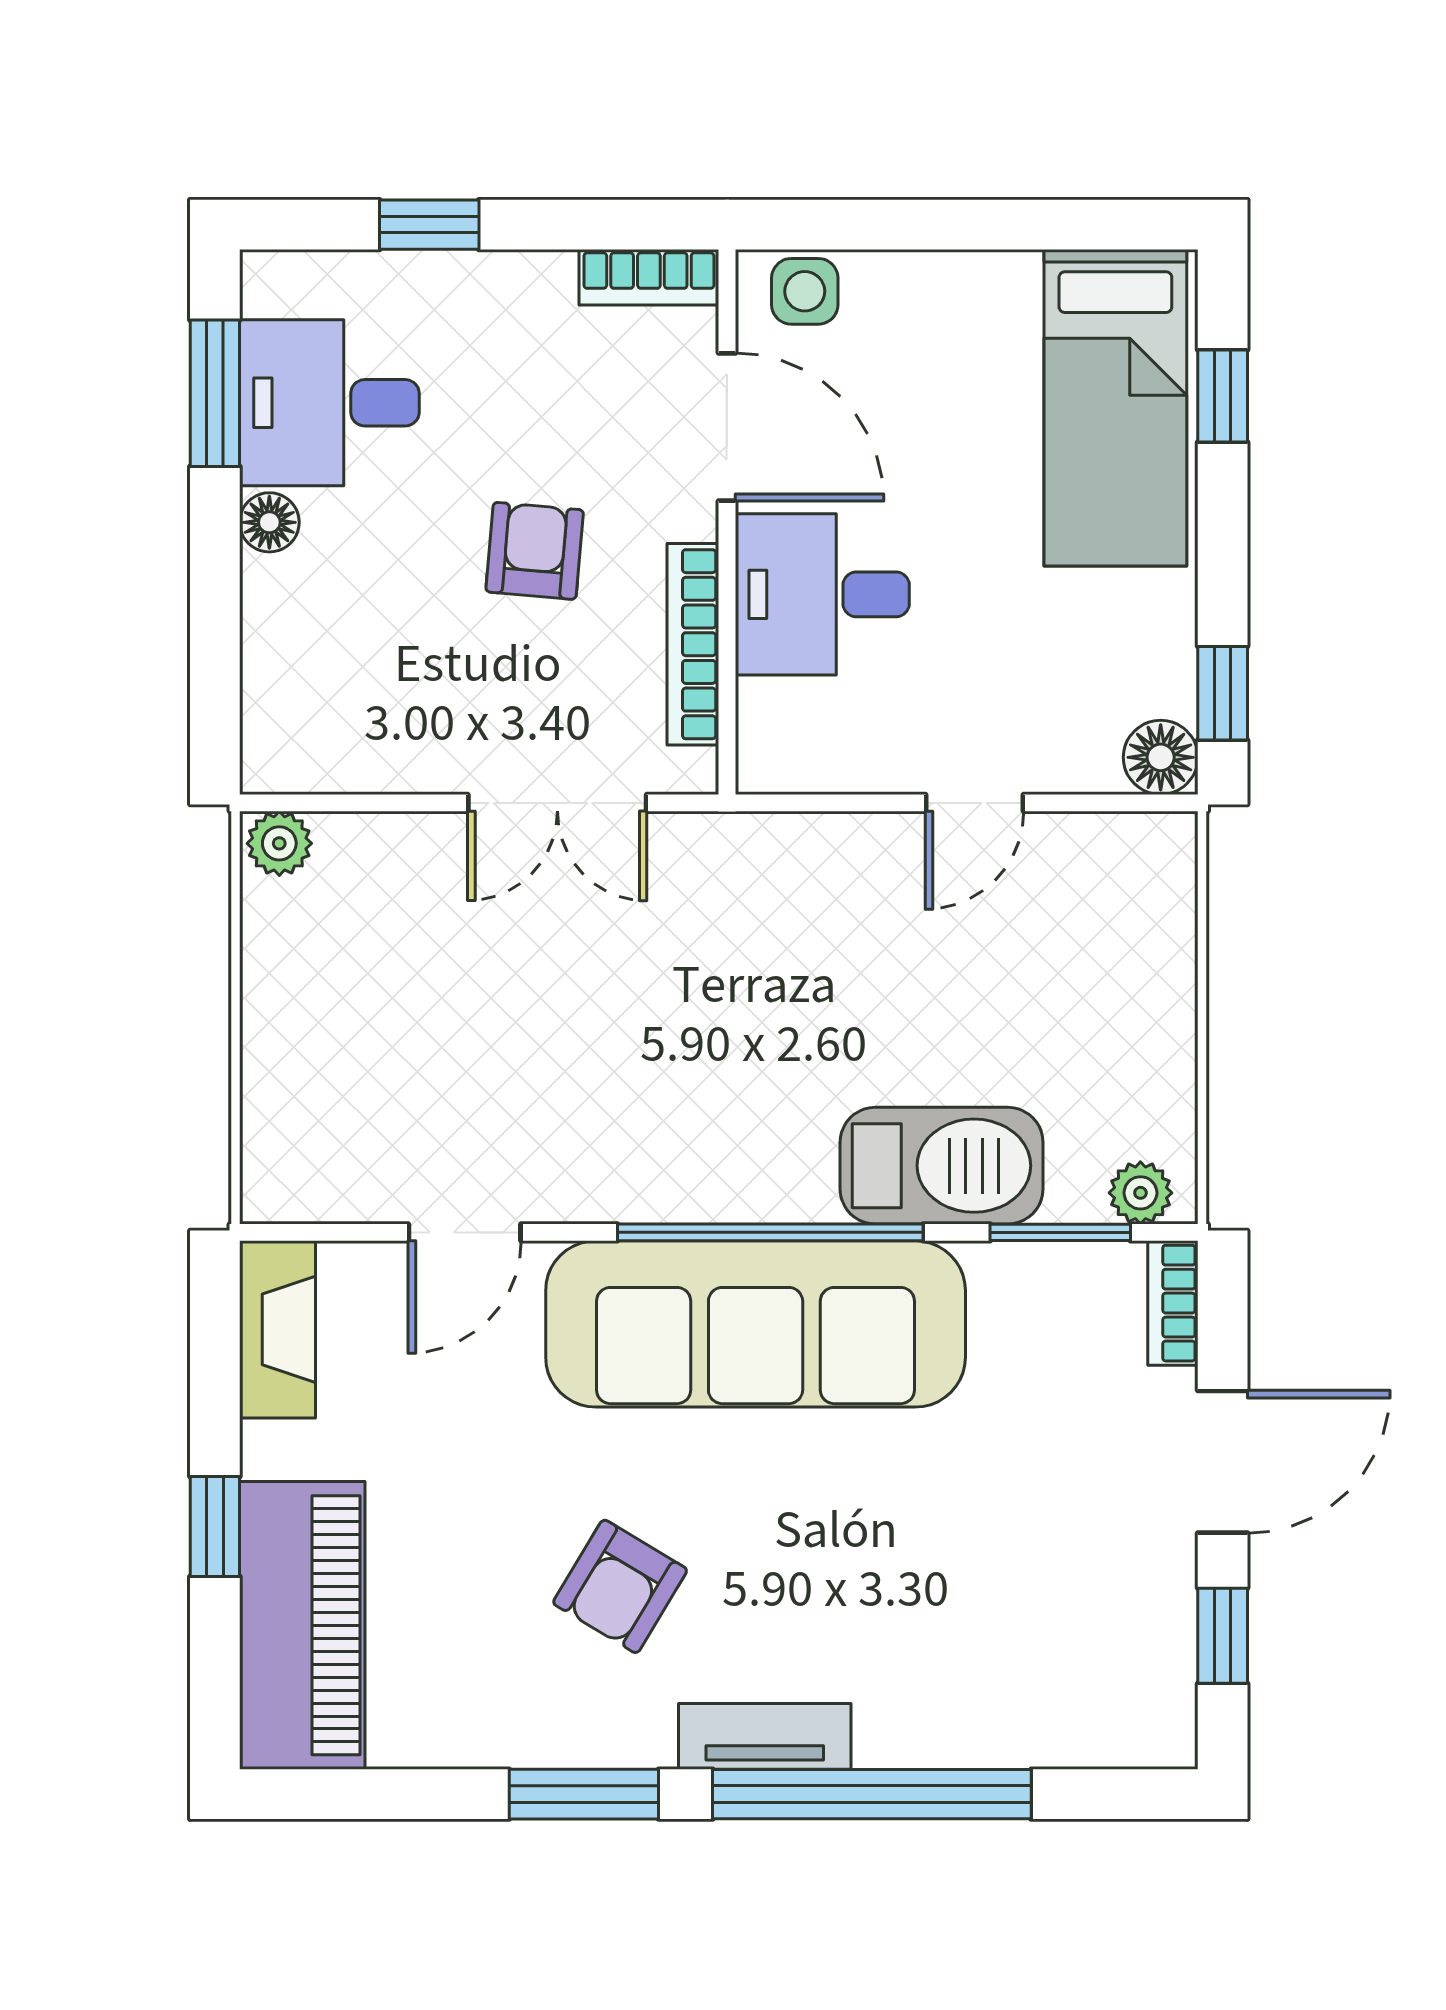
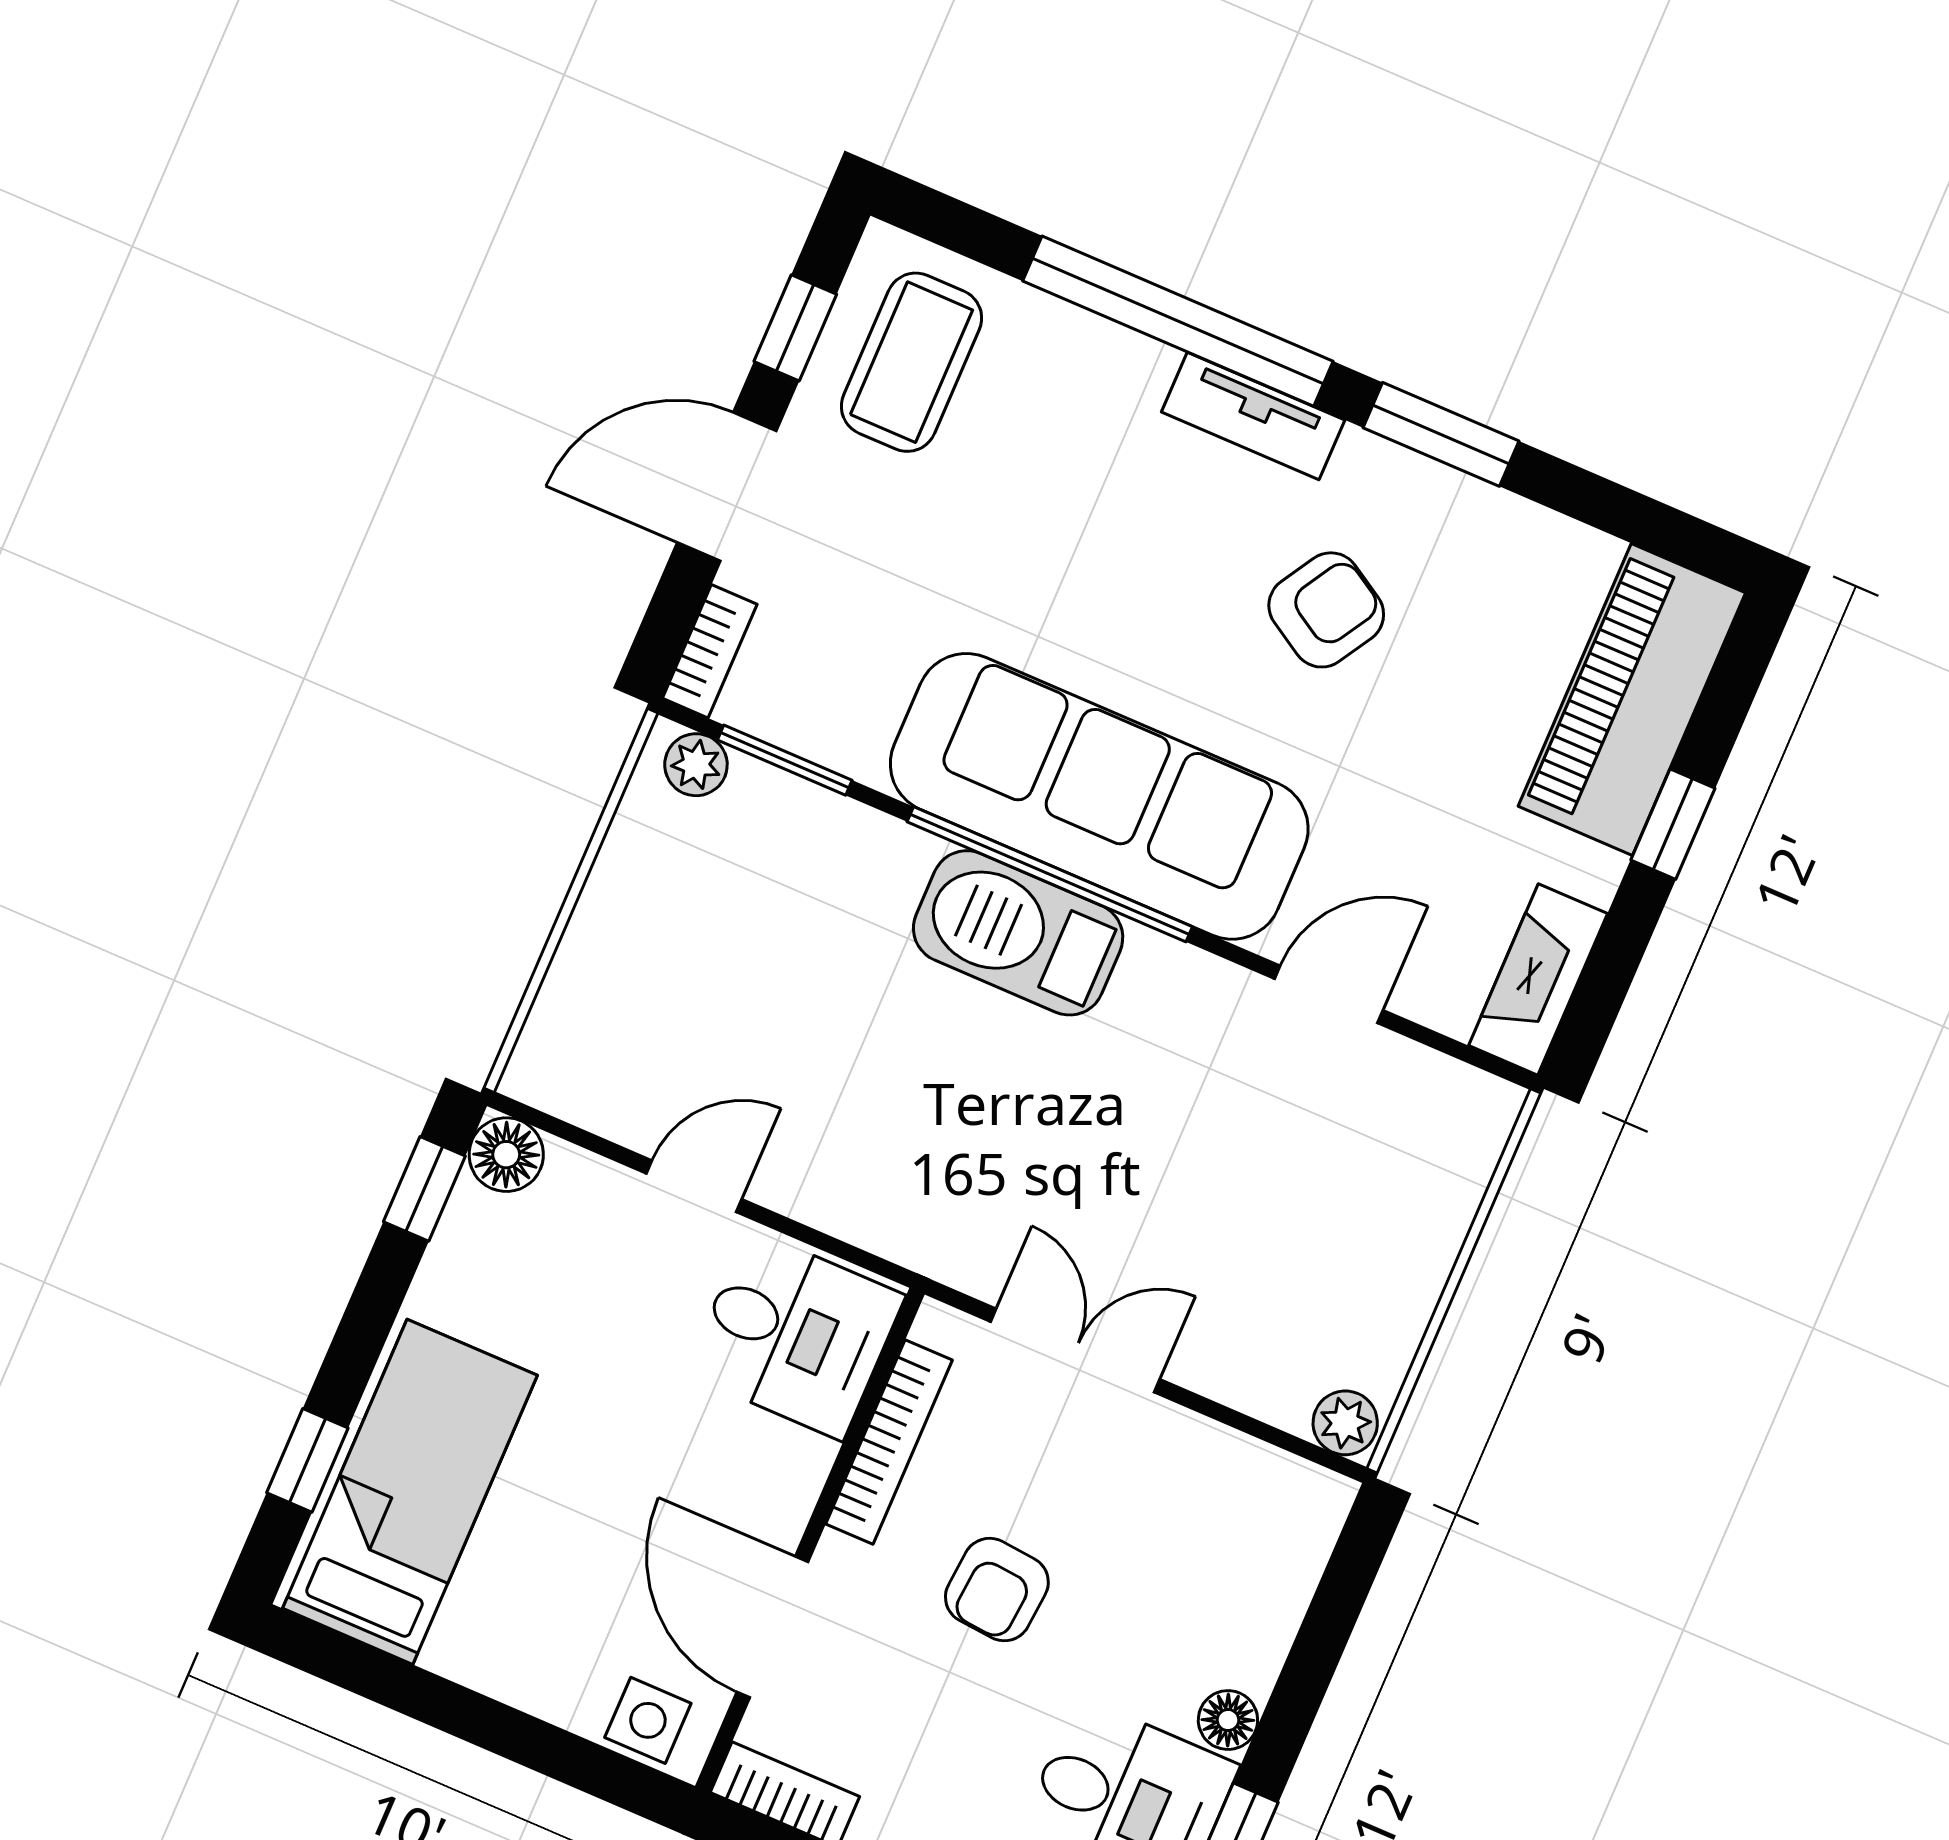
desk: (822, 594) -> (795, 1335), moved
barbecue: (942, 1166) -> (1018, 933), moved
coffee table: (1101, 1650) -> (912, 362), added

